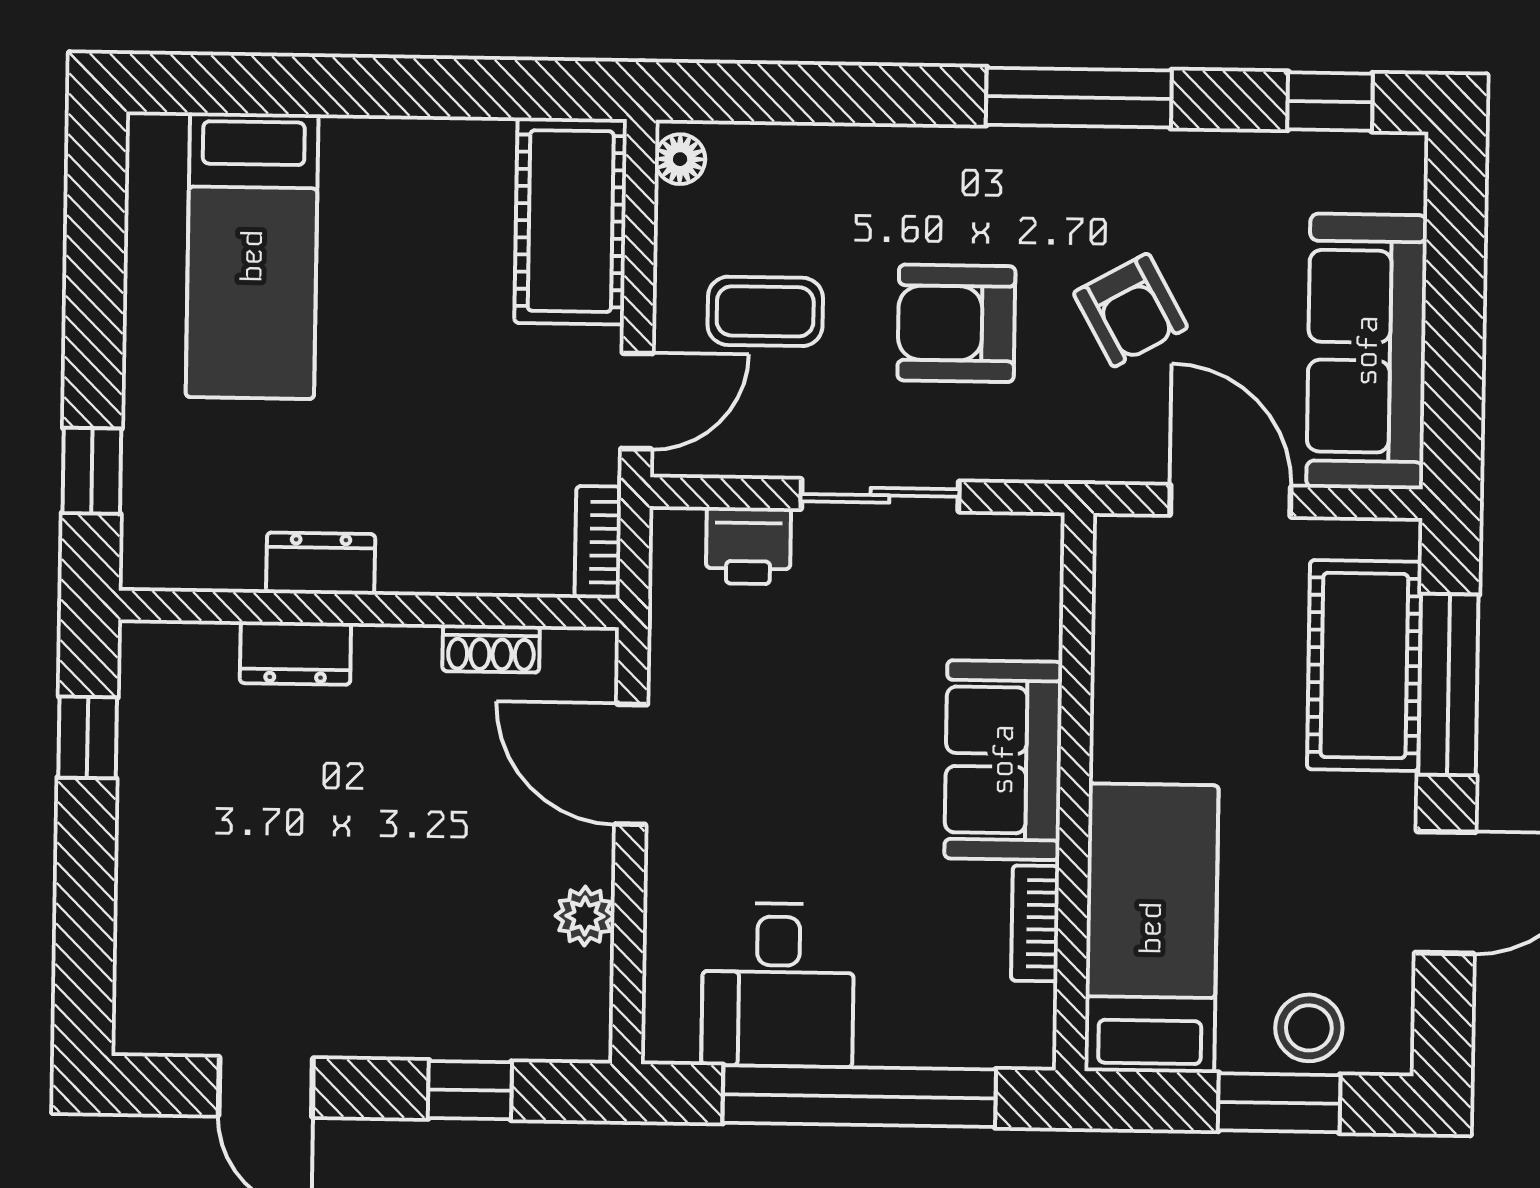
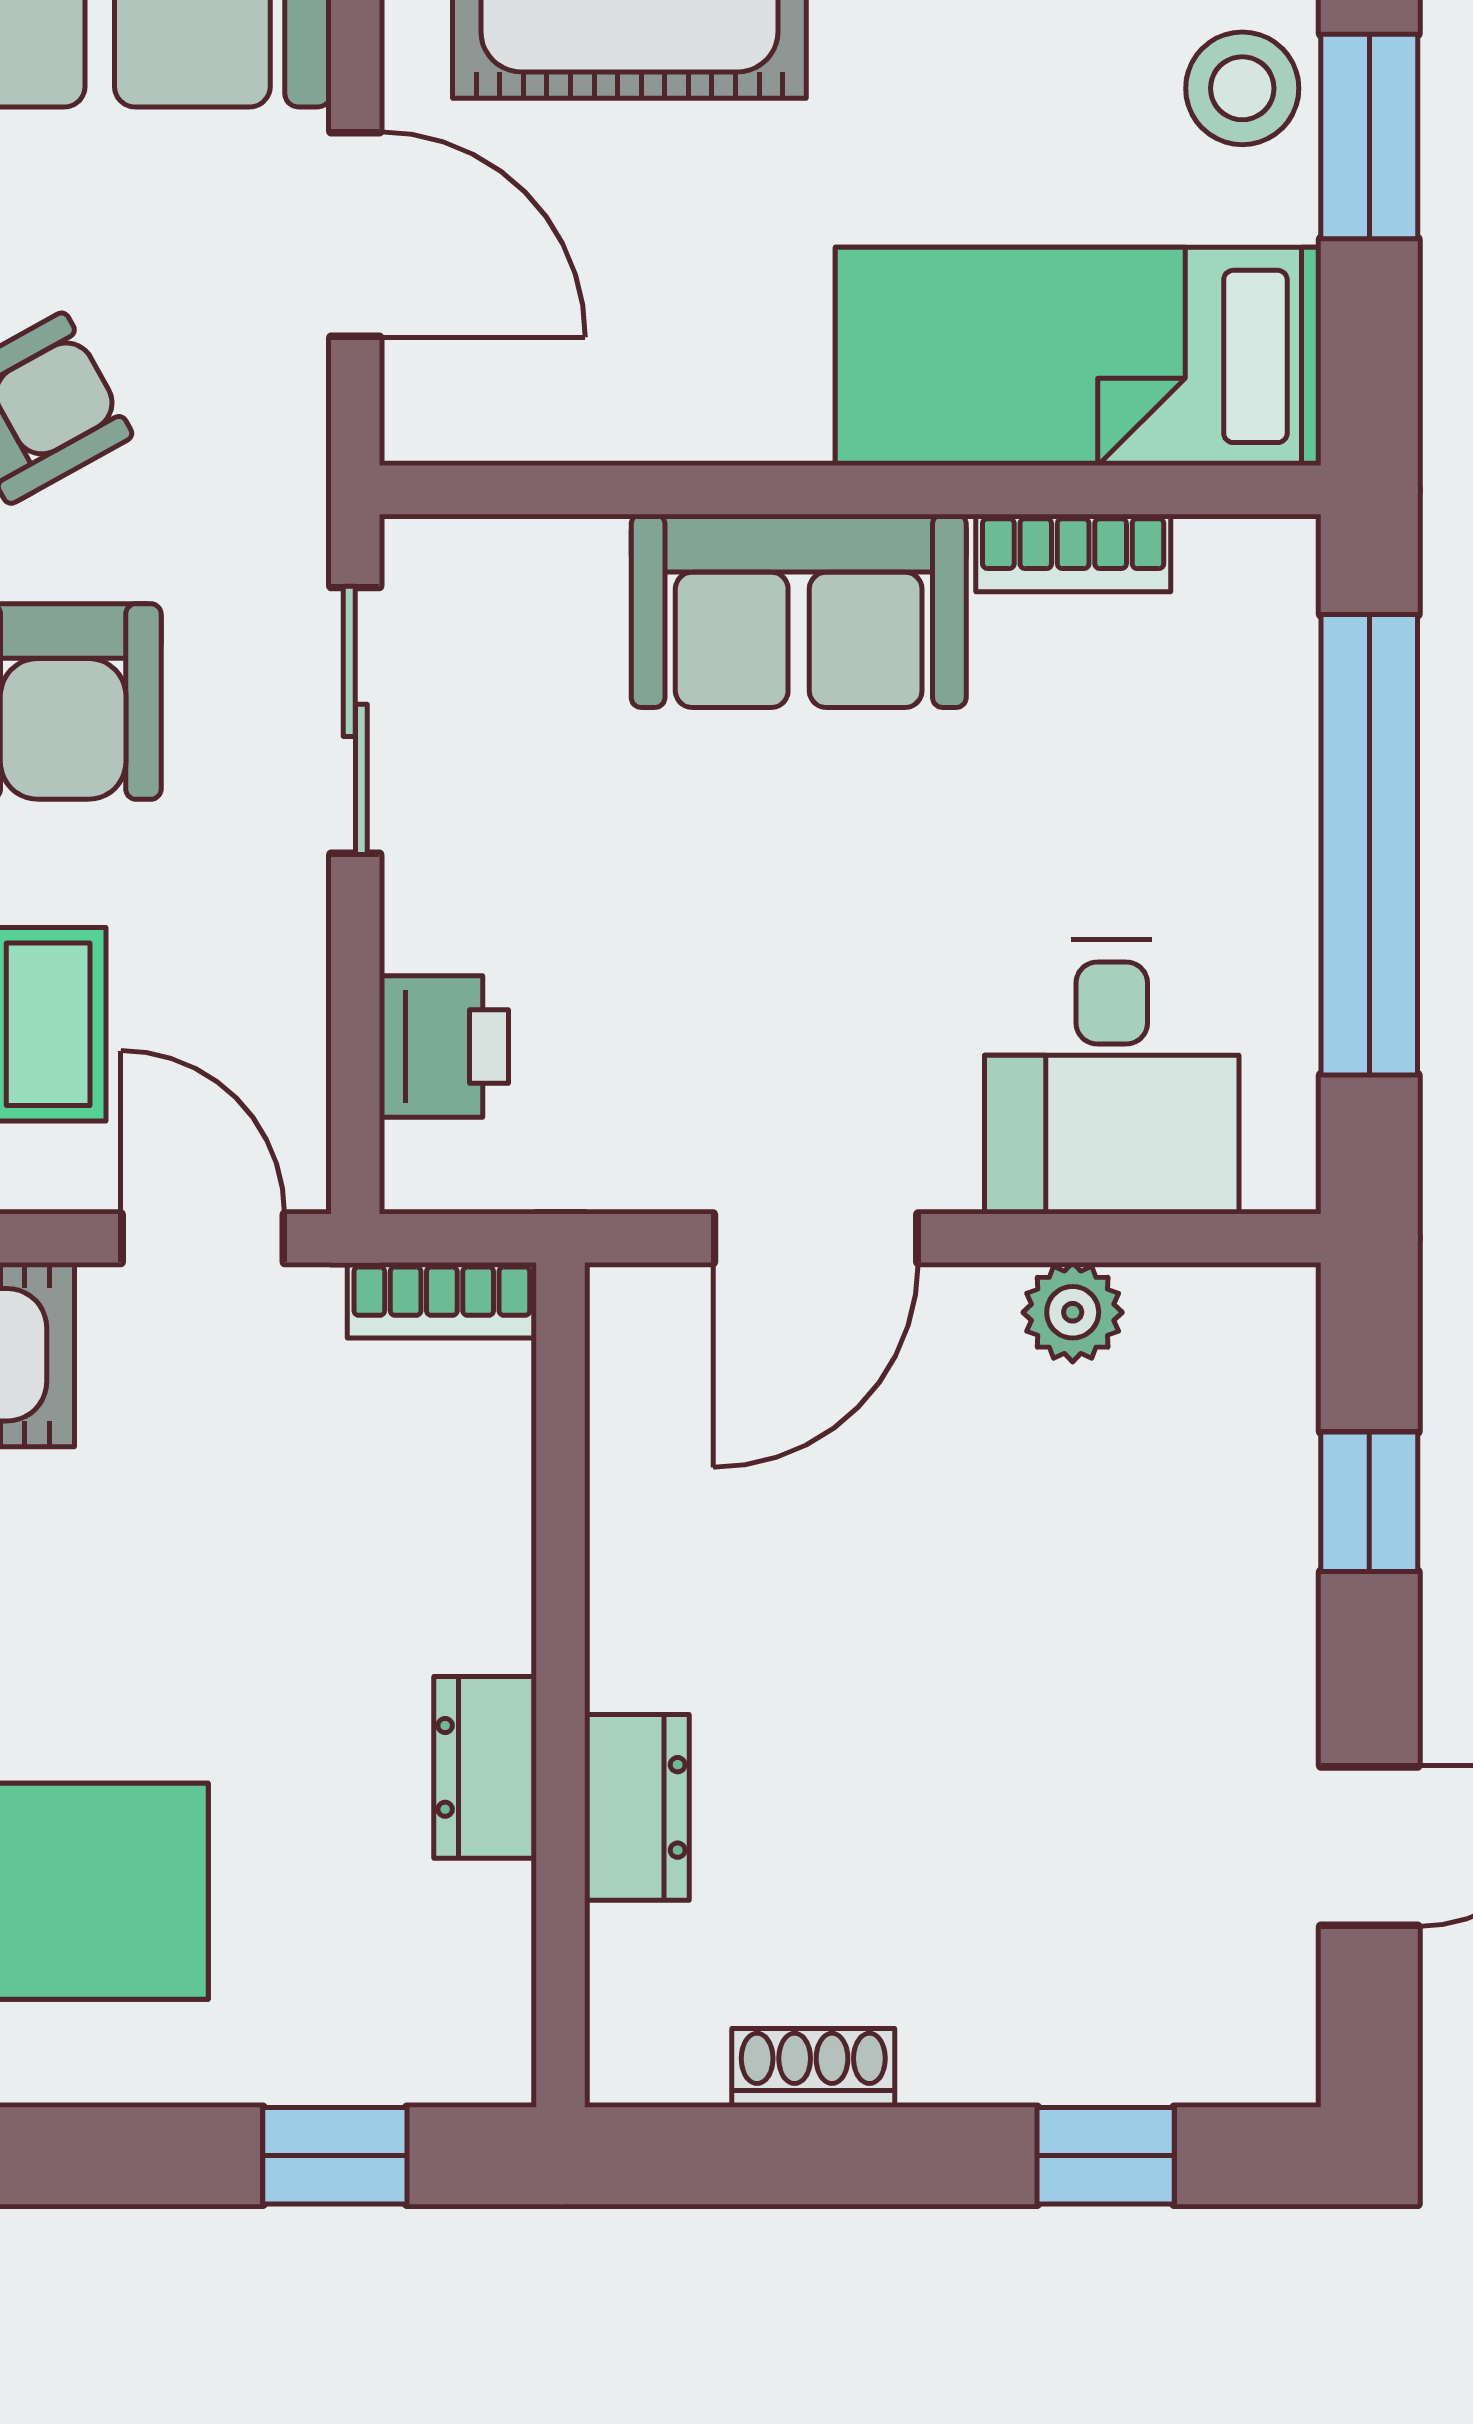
sliding door: (880, 495) -> (355, 720), moved
door: (1230, 501) -> (355, 235), swing flipped
shoe rack: (491, 649) -> (813, 2068), moved, turned -90
window: (88, 737) -> (1106, 2156), moved
desk: (778, 985) -> (1112, 1077), moved, turned 90

